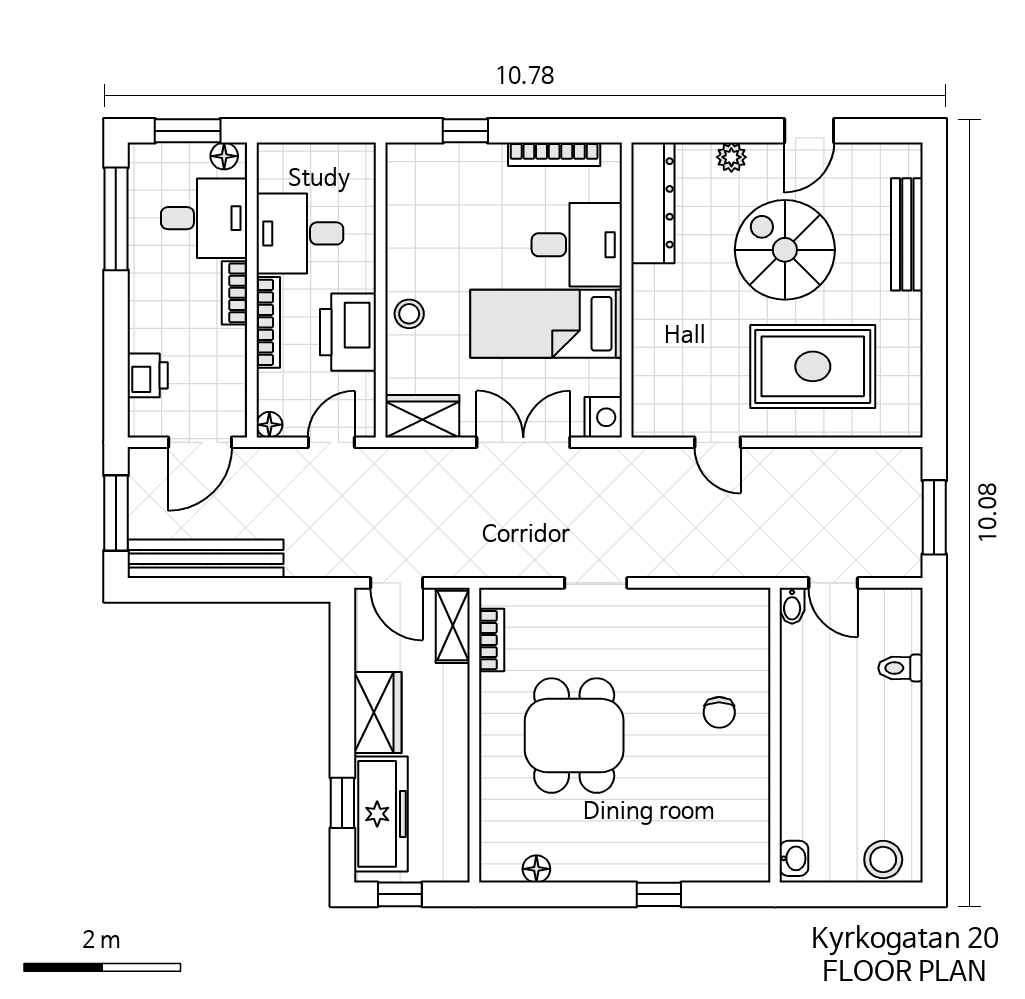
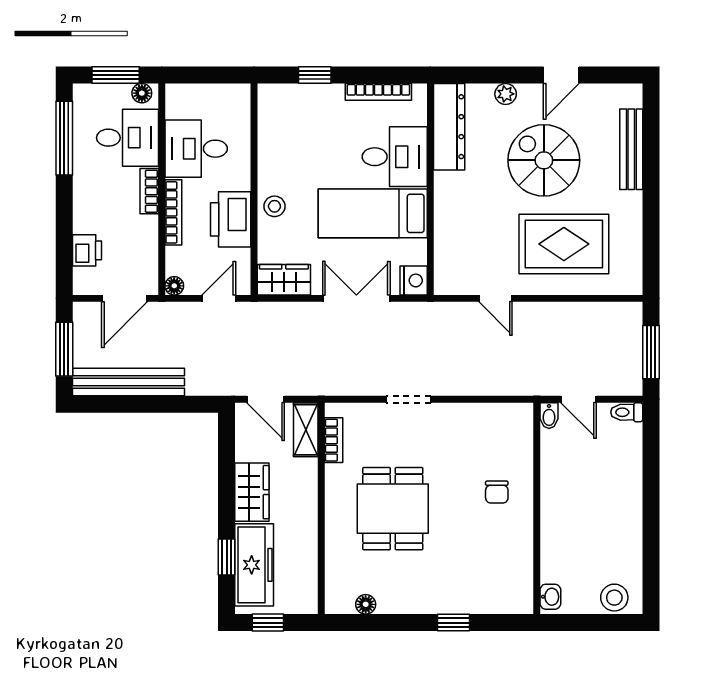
toilet: (900, 668) -> (627, 412), moved

